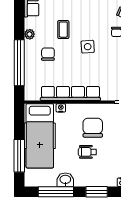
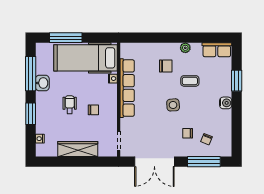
window: (19, 63) -> (157, 38), removed
chair: (93, 128) -> (93, 110), width x0.54, depth x0.54

